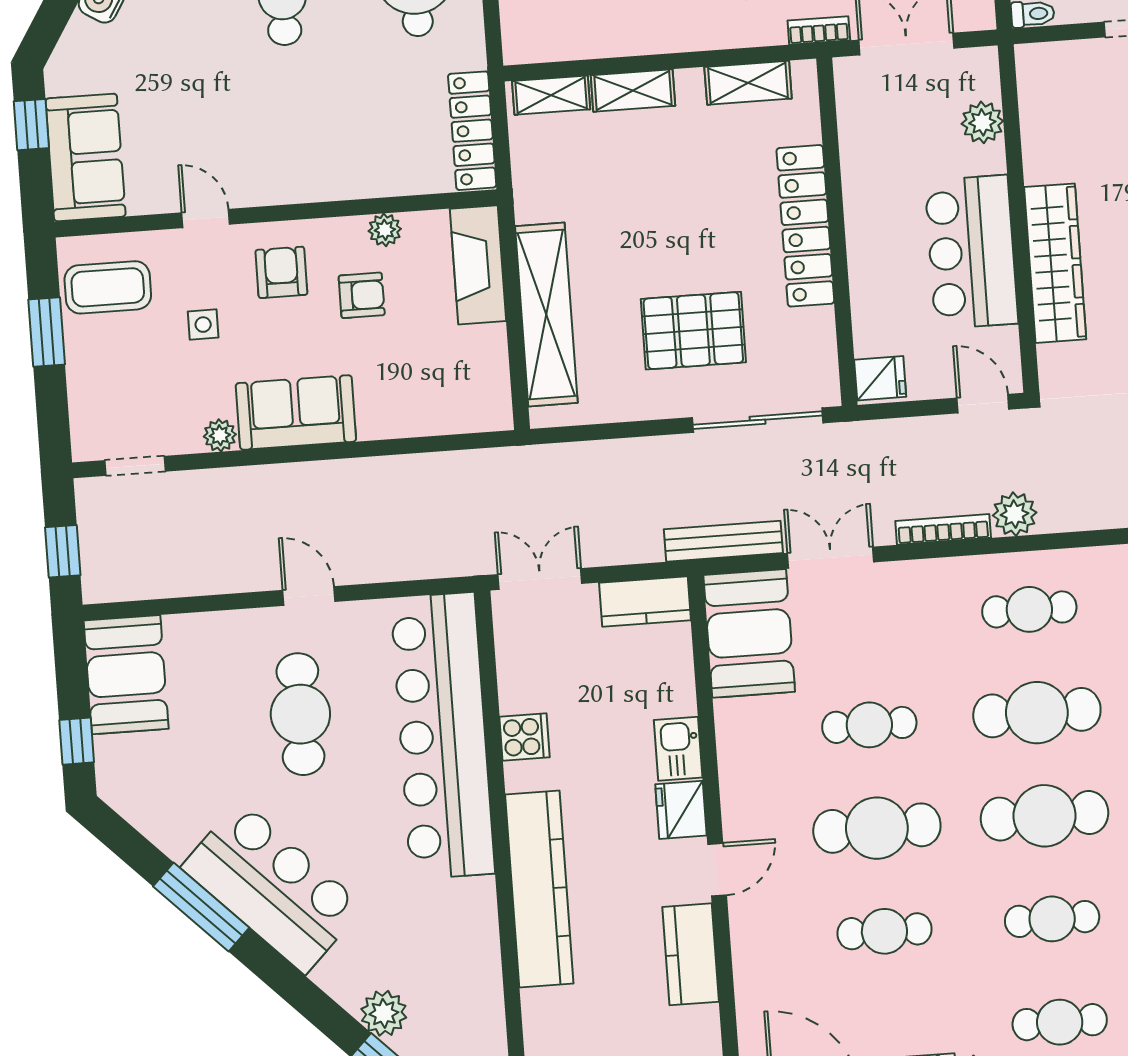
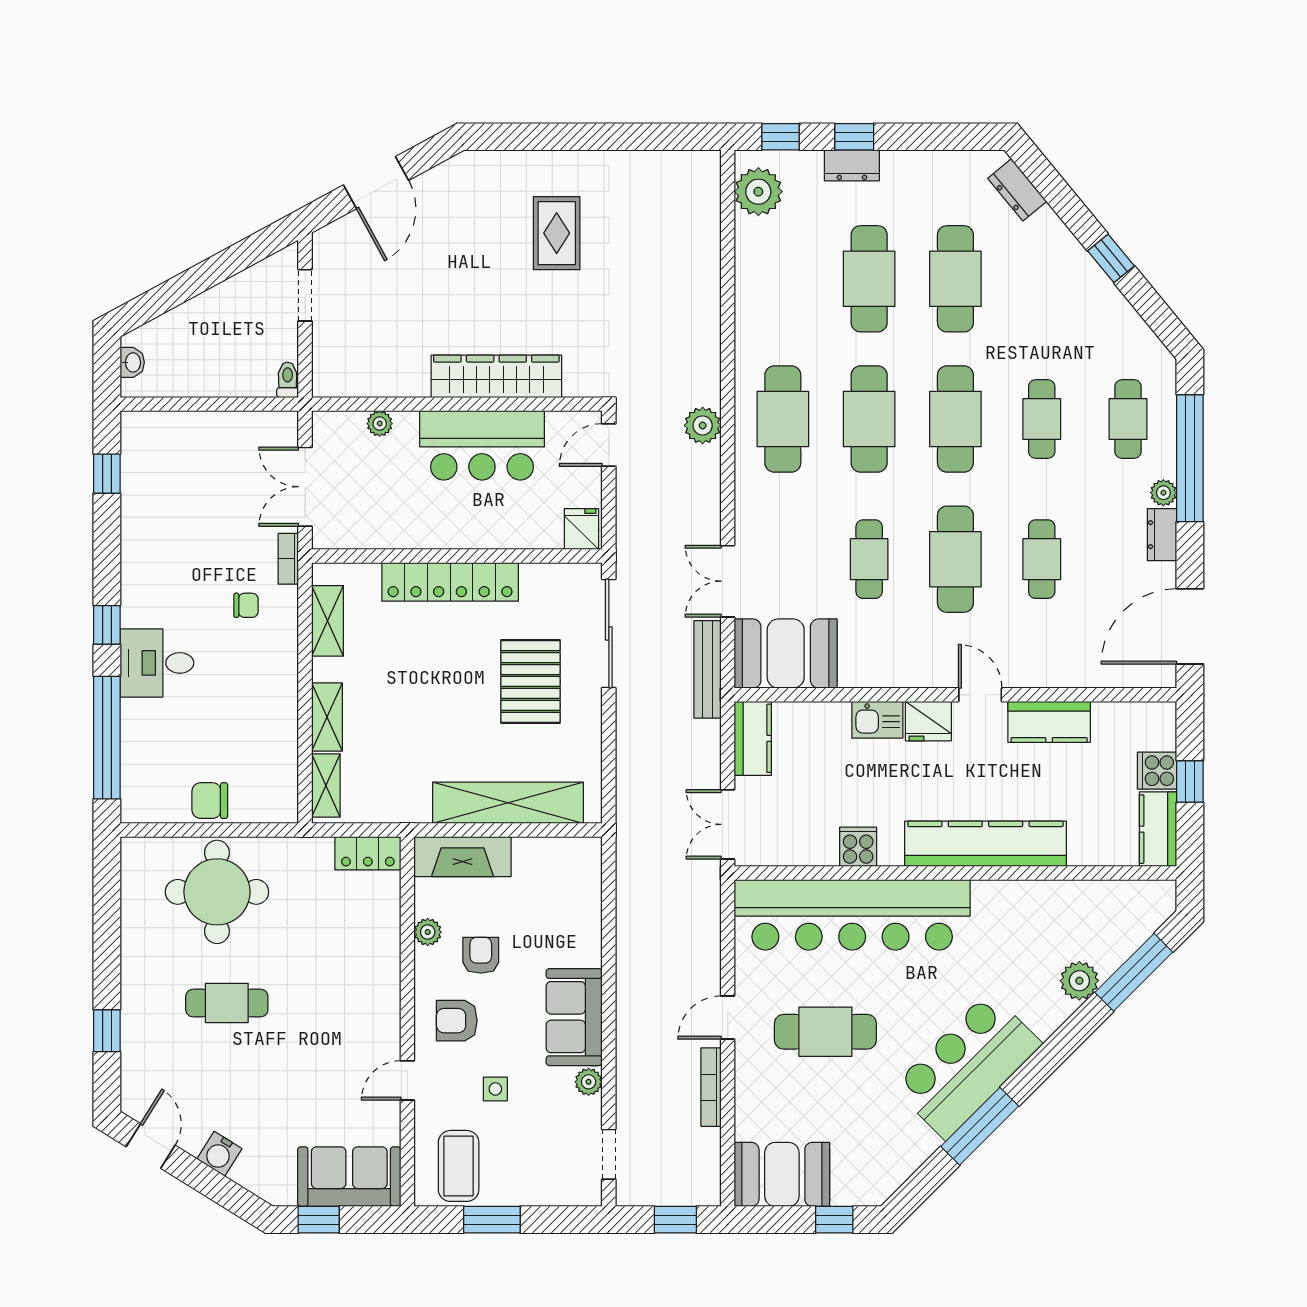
plant: (982, 122) -> (380, 424), width x0.73, depth x0.73
locker: (472, 131) -> (368, 853), width x0.66
bookcase: (943, 529) -> (711, 1087), moved
cafe table: (1029, 609) -> (783, 419), width x1.37, depth x1.35

